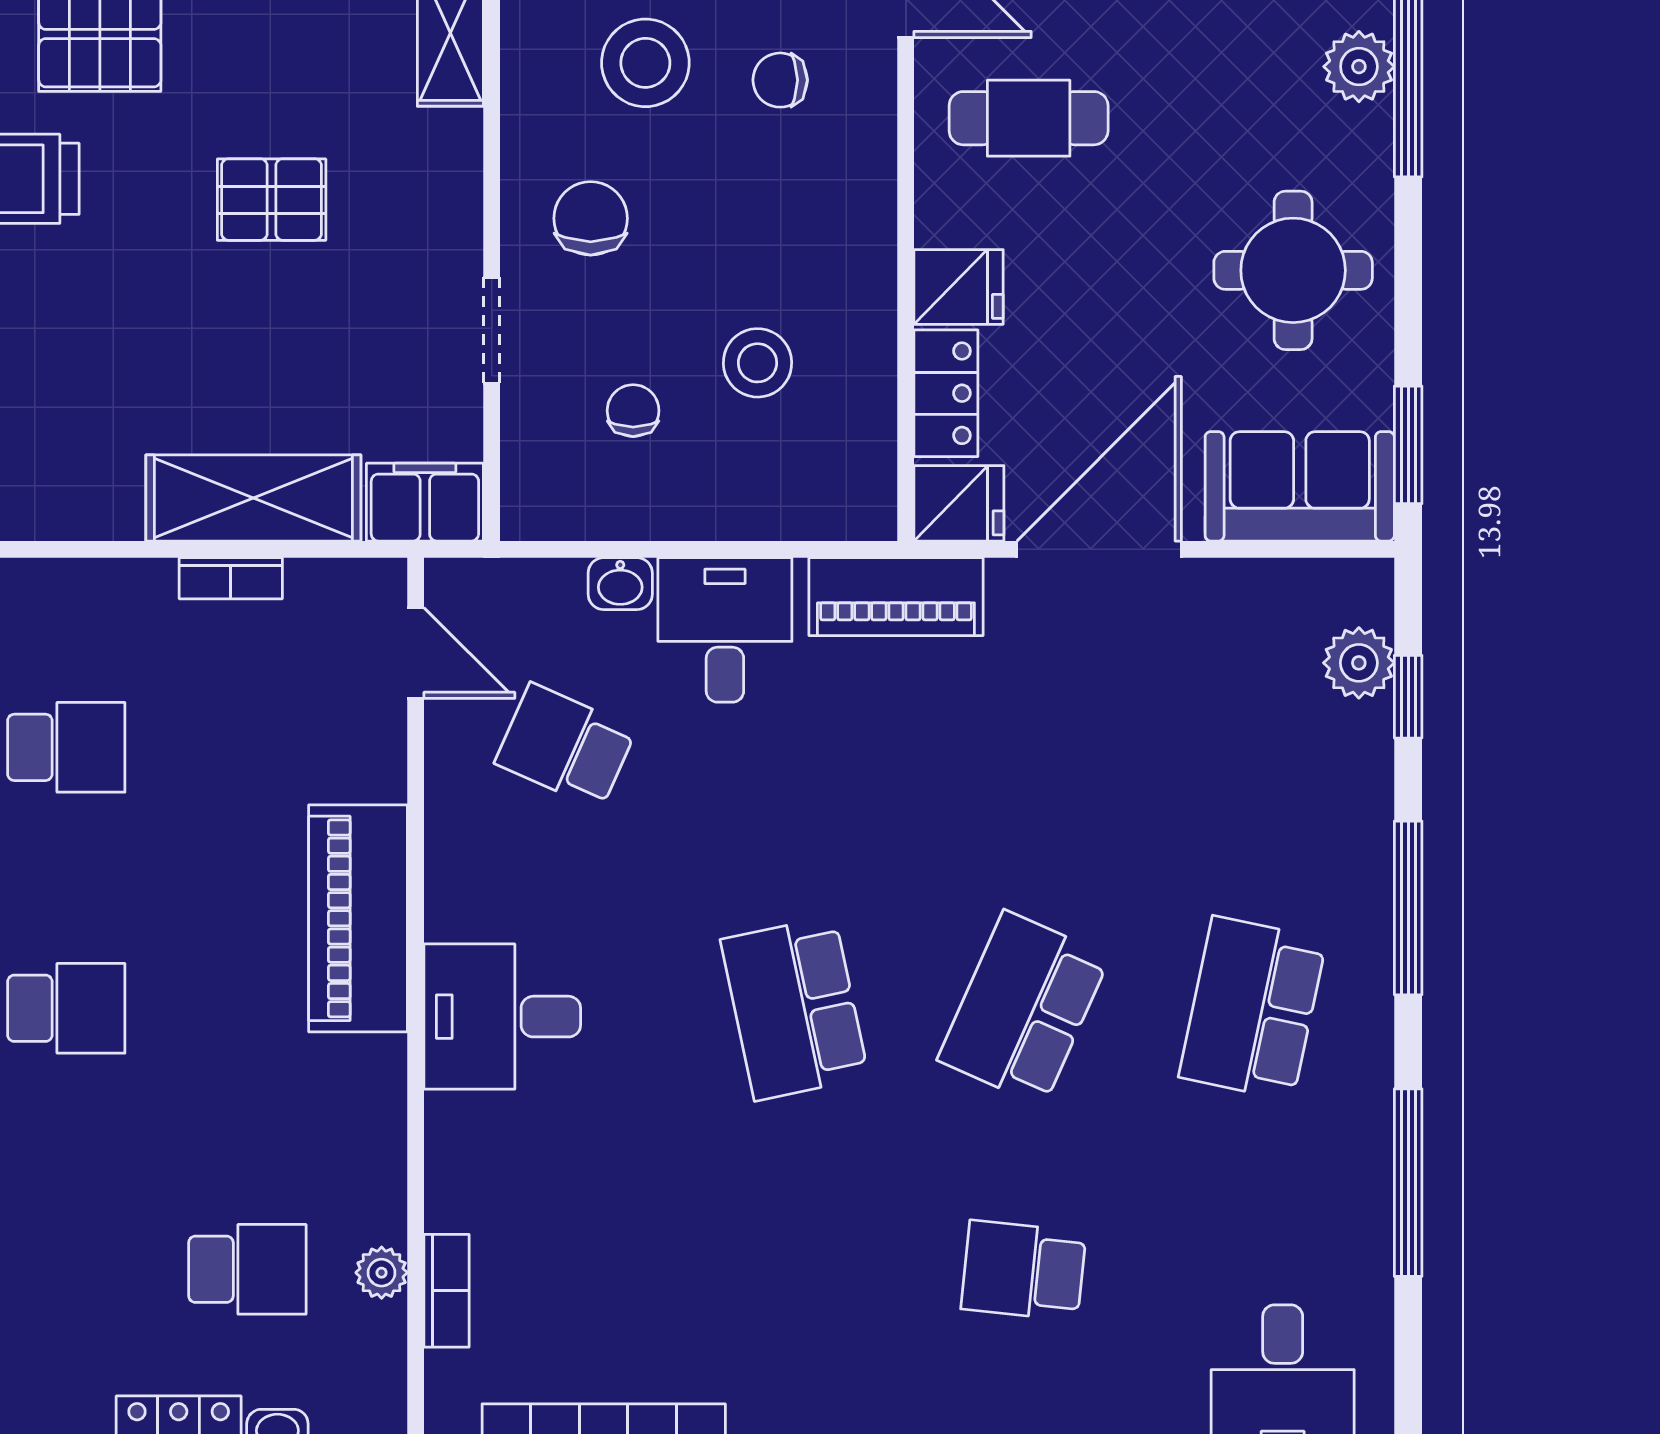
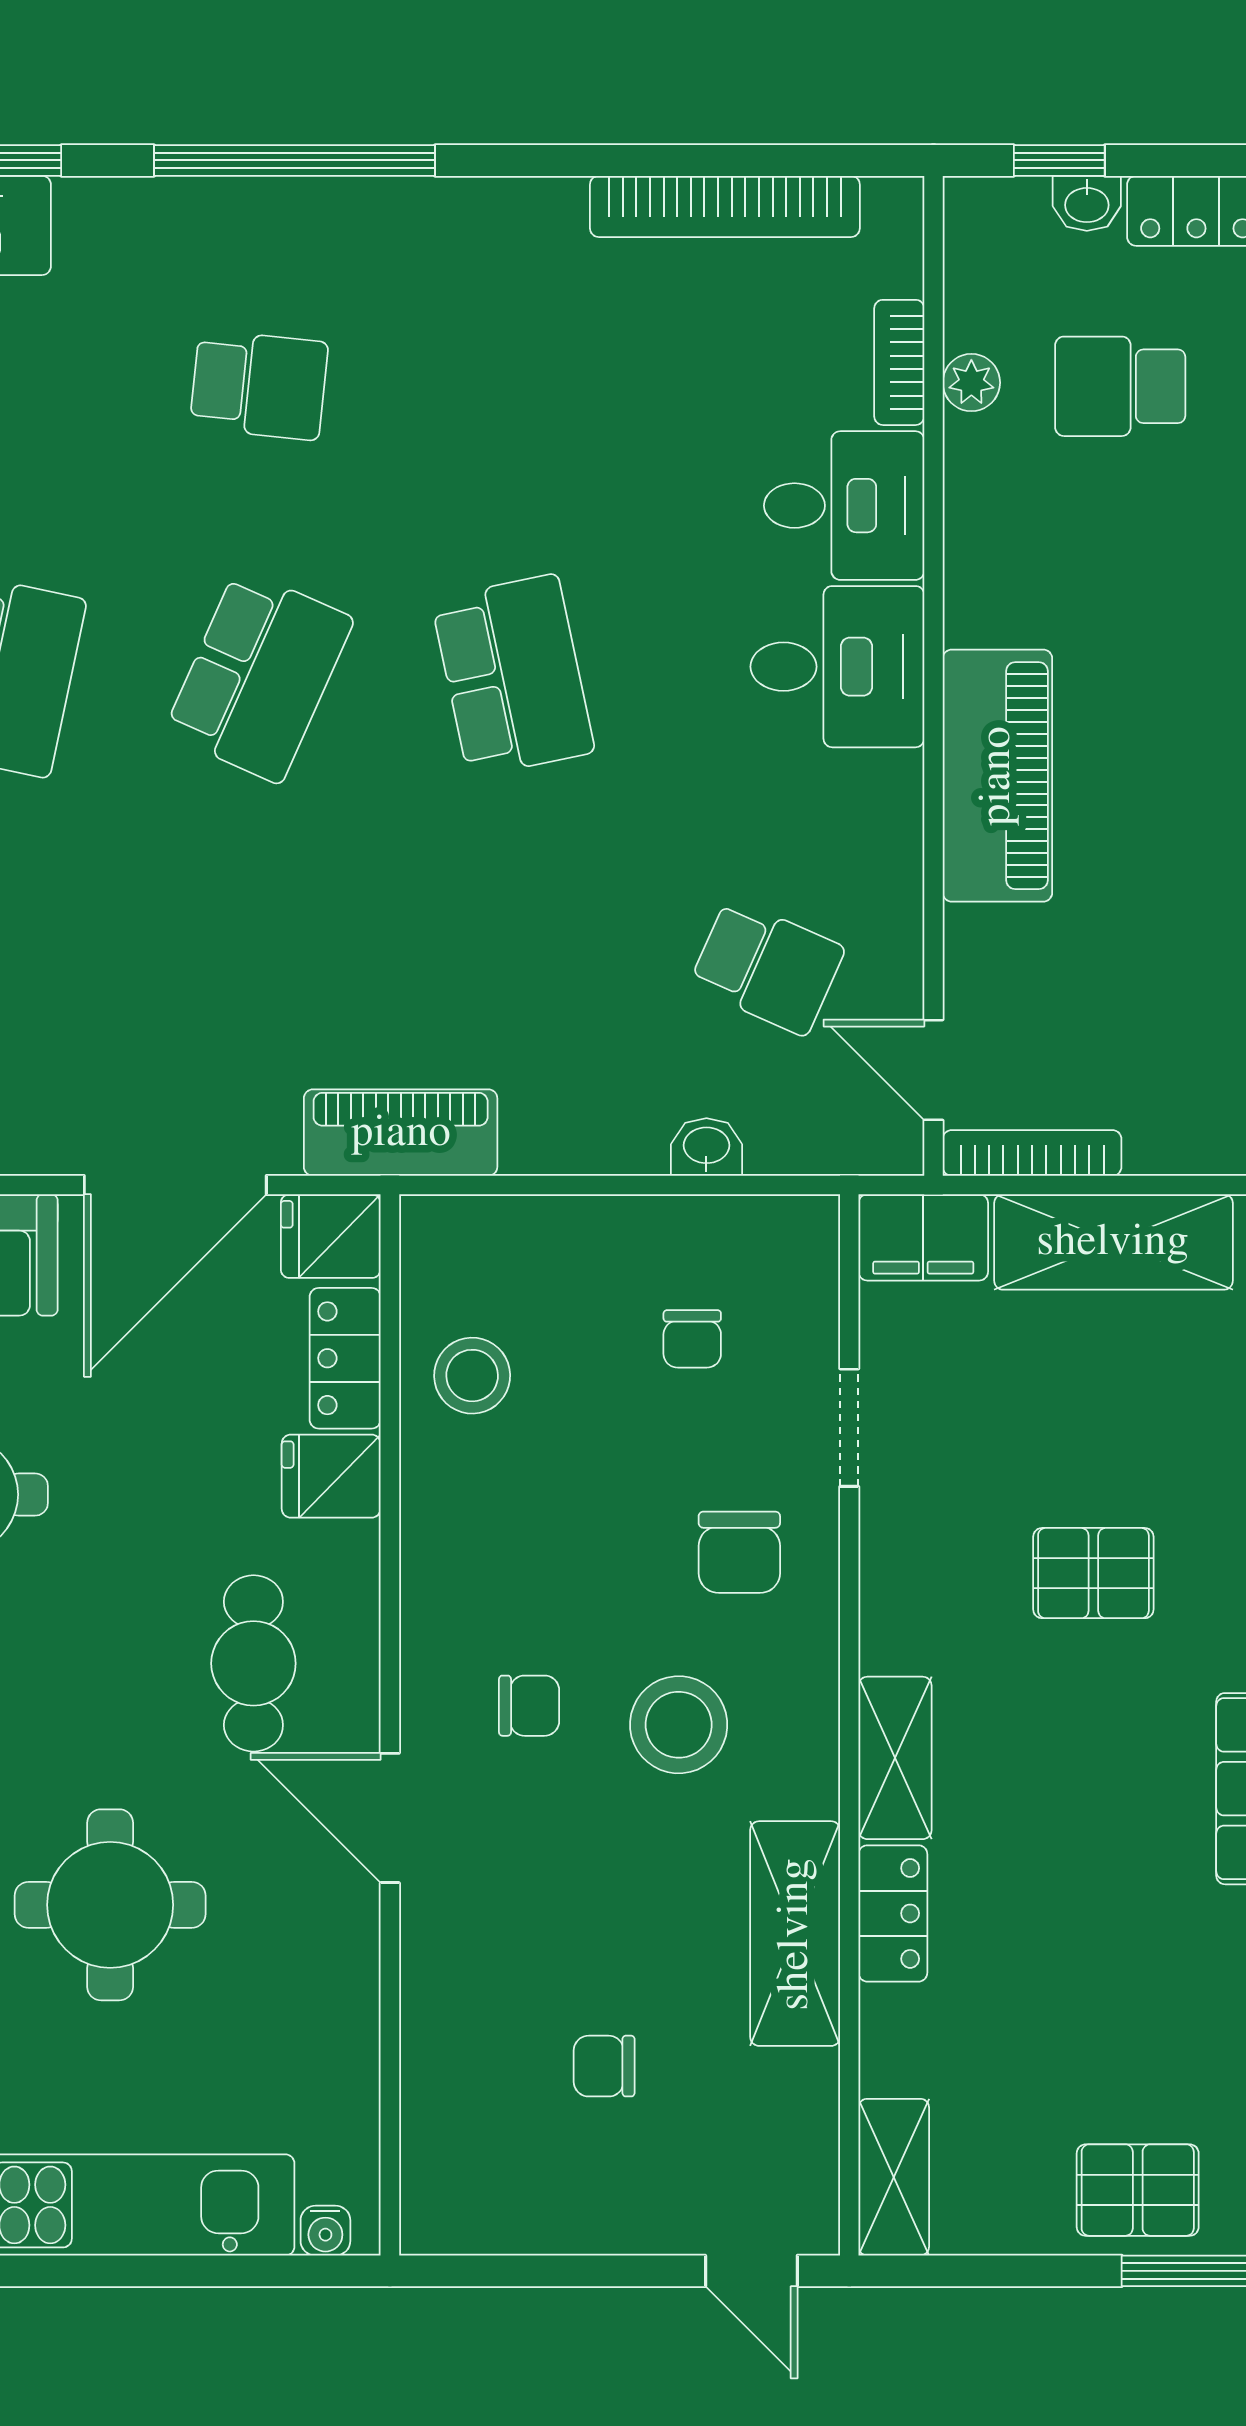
cafe table: (1029, 118) -> (253, 1663), turned 90
stool: (758, 363) -> (472, 1376), moved
bookcase: (231, 578) -> (1032, 1153), moved, width x1.56
desk: (725, 630) -> (844, 506), moved, turned -90

